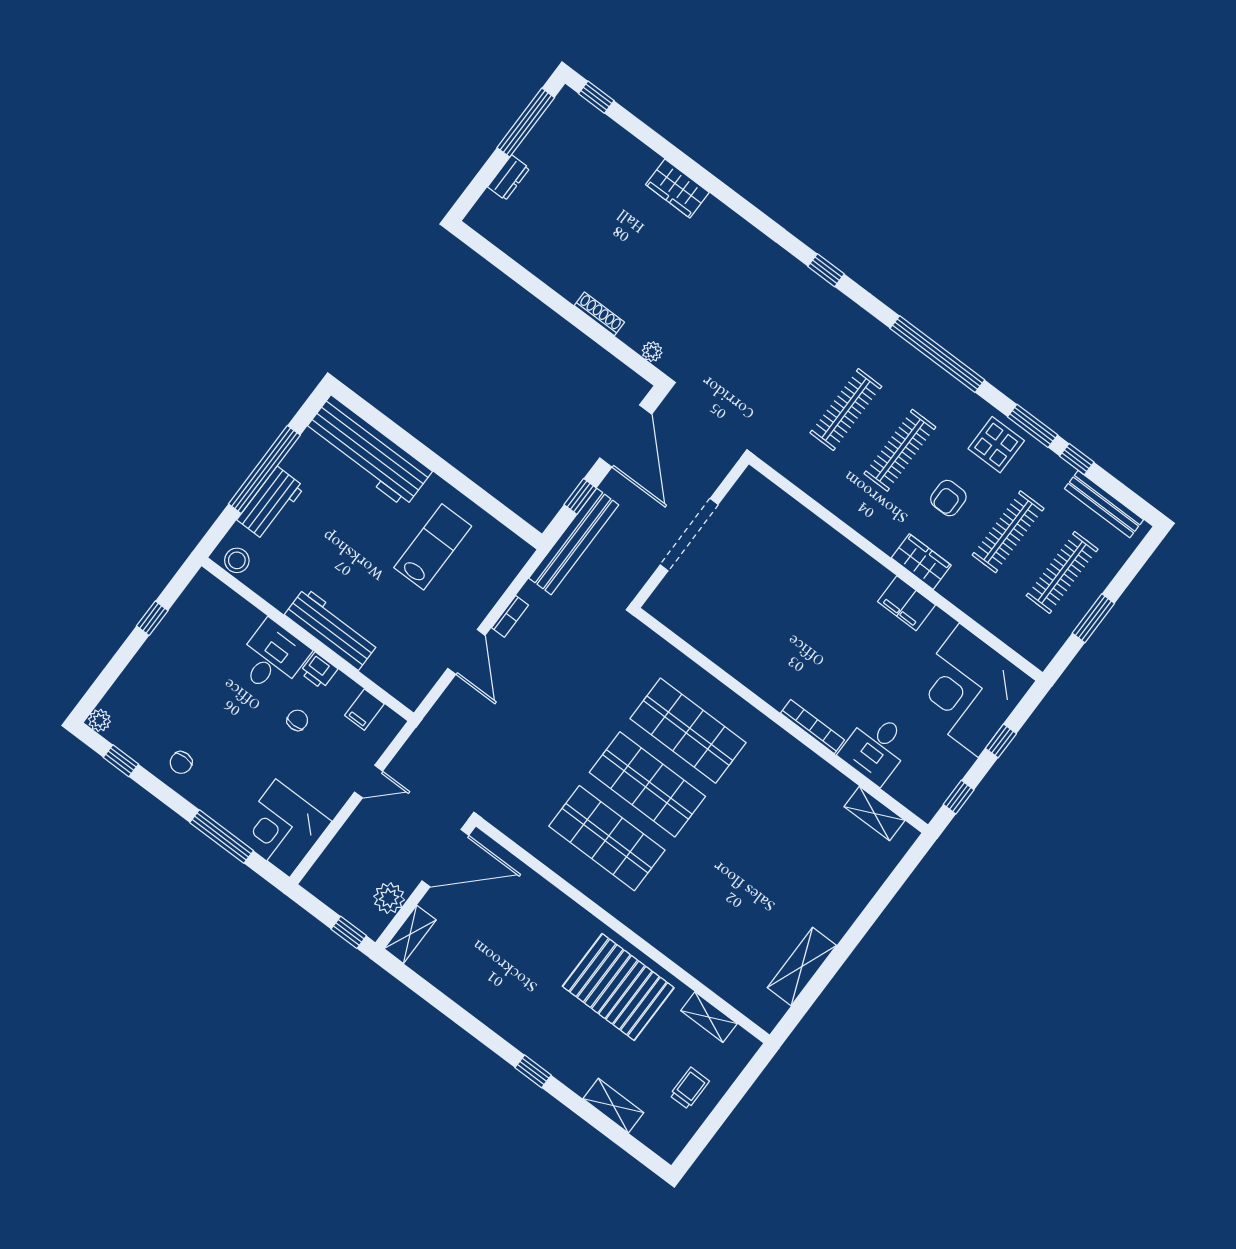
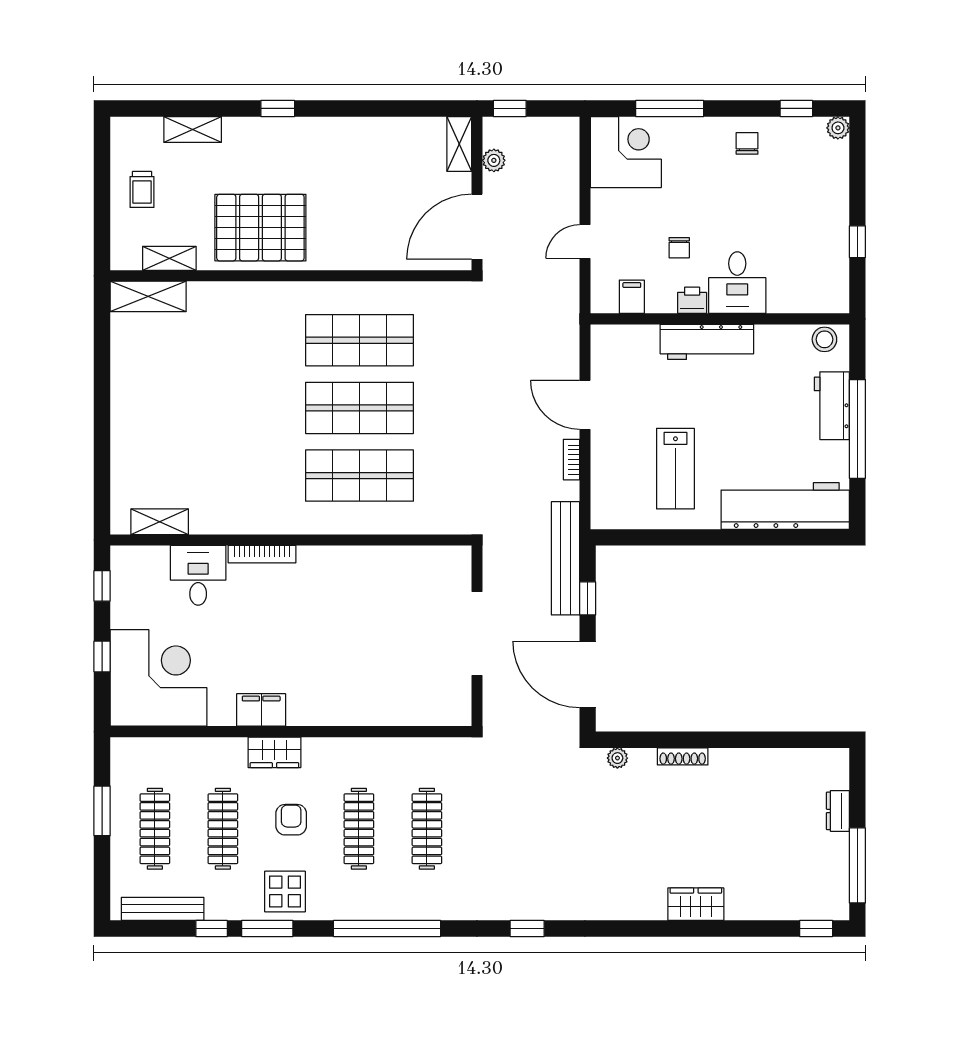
plant: (389, 898) -> (494, 160), width x0.73, depth x0.73
shelving: (802, 967) -> (148, 296), moved, turned 90

